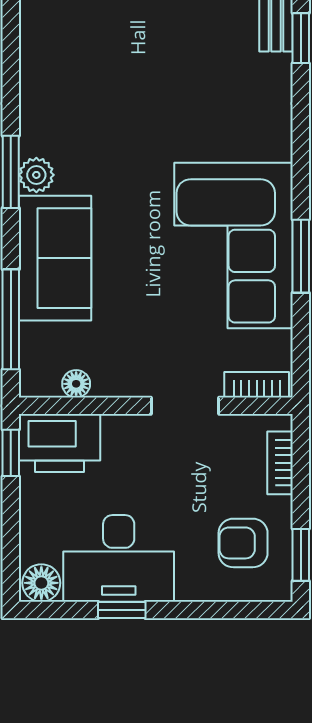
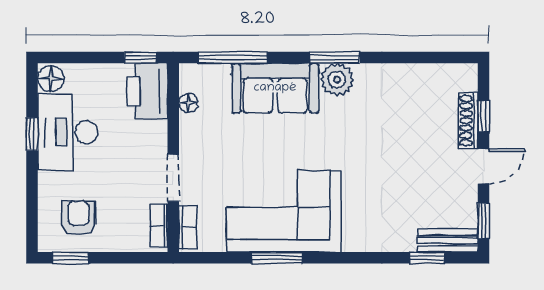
plant: (36, 175) -> (337, 80), width x1.38, depth x1.38
bookcase: (280, 463) -> (159, 226), moved, turned -90

